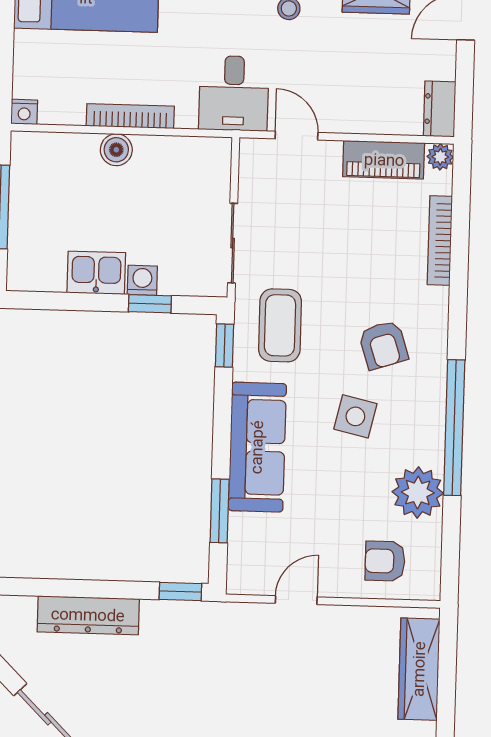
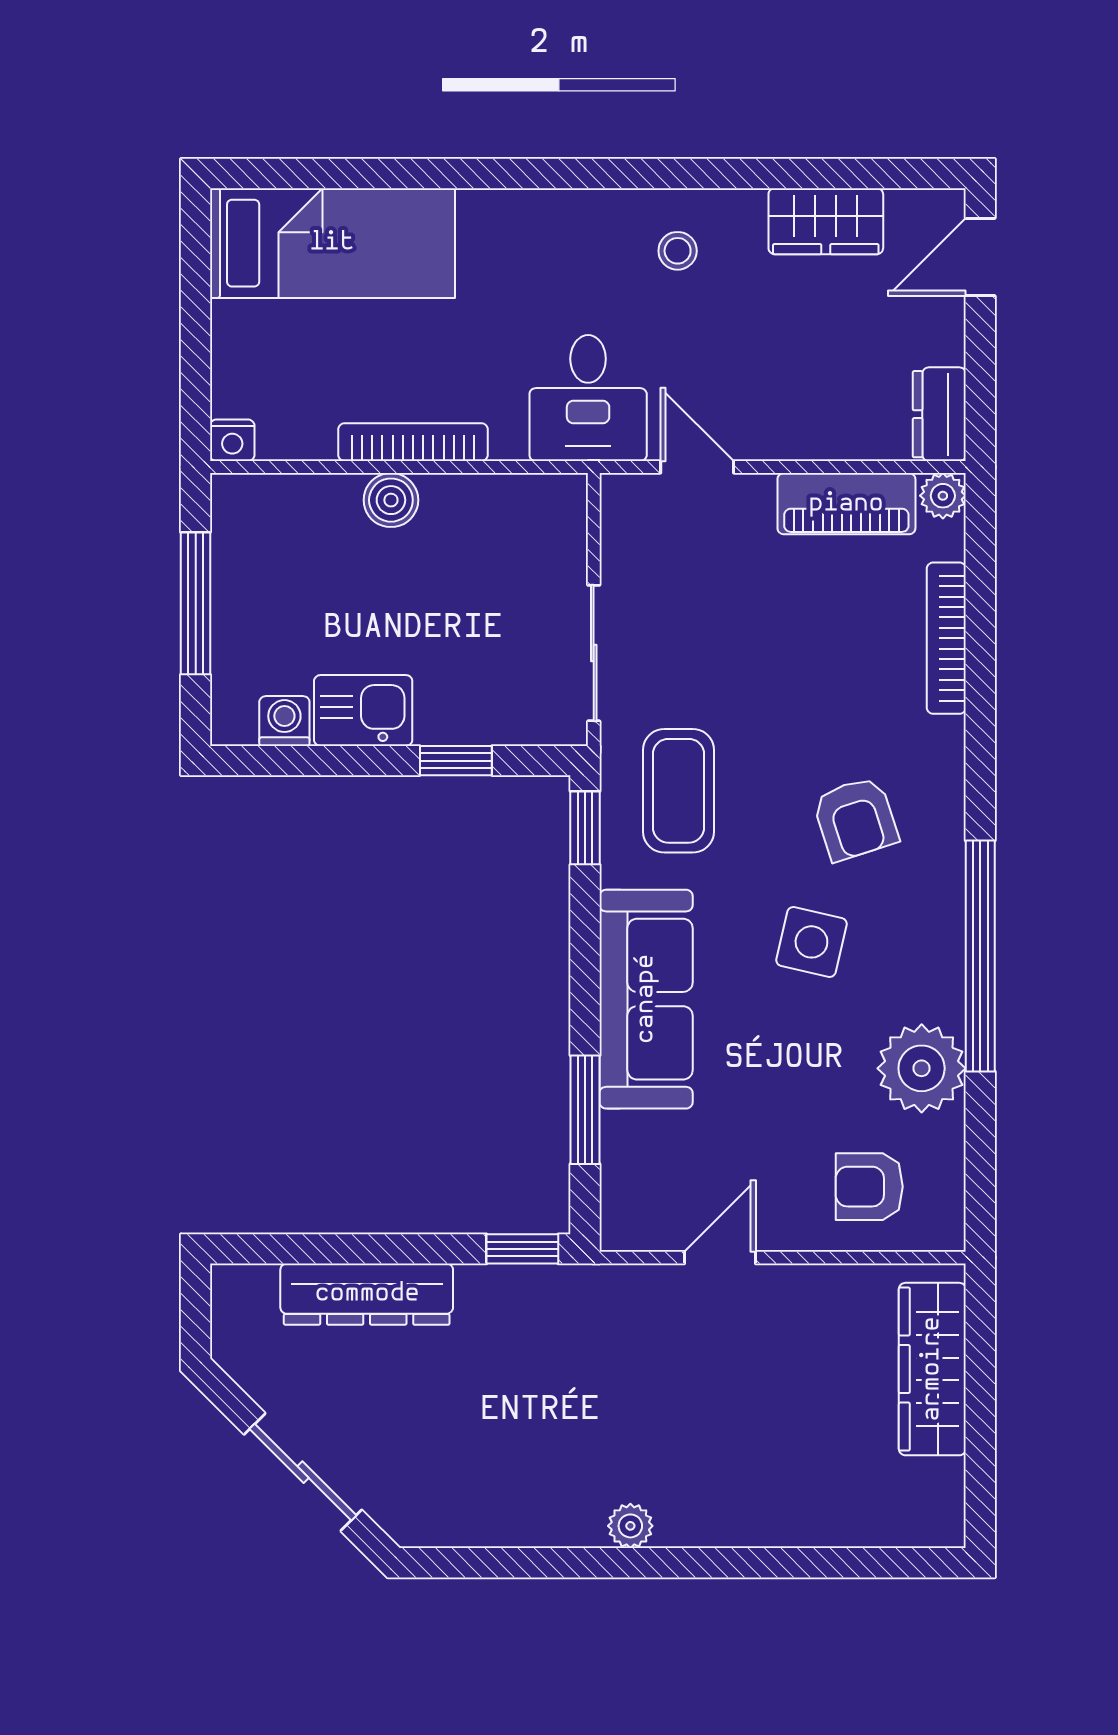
washing machine: (142, 280) -> (284, 721), moved

